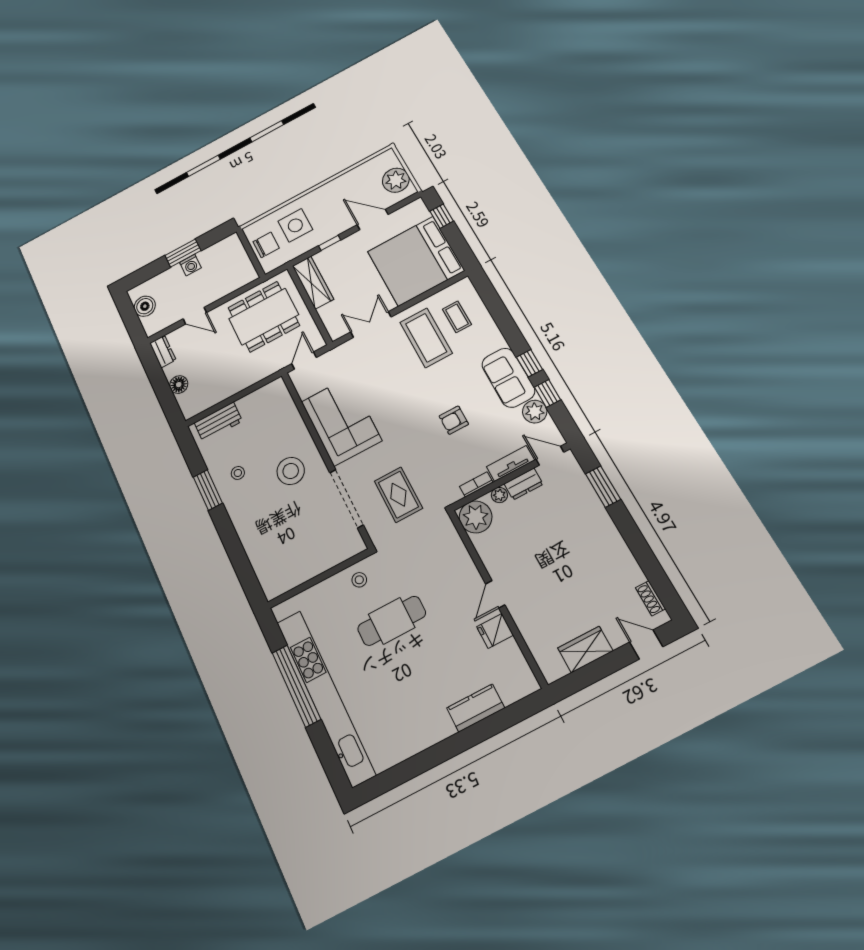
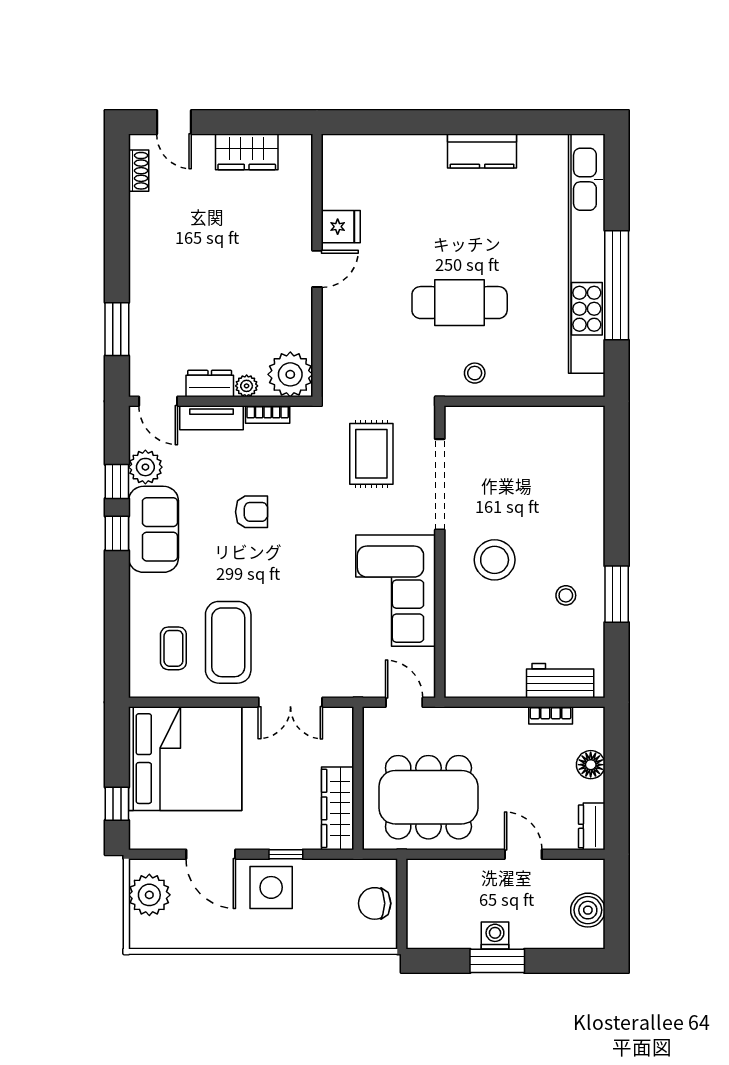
side table: (295, 225) -> (271, 887), moved
door: (304, 361) -> (404, 702), swing flipped
bookcase: (215, 399) -> (551, 715), added
kitchen counter: (476, 708) -> (482, 151), moved

